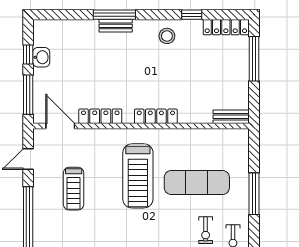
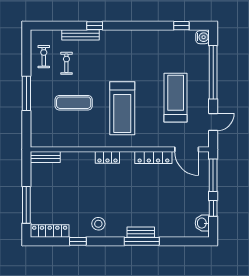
washbasin: (41, 57) -> (202, 223), moved
locker: (156, 116) -> (107, 157), width x0.66
treadmill: (138, 176) -> (122, 108), turned 180
exercise mat: (197, 182) -> (74, 103), width x0.73, depth x0.69
treadmill: (74, 189) -> (176, 98), width x1.37, depth x1.38

